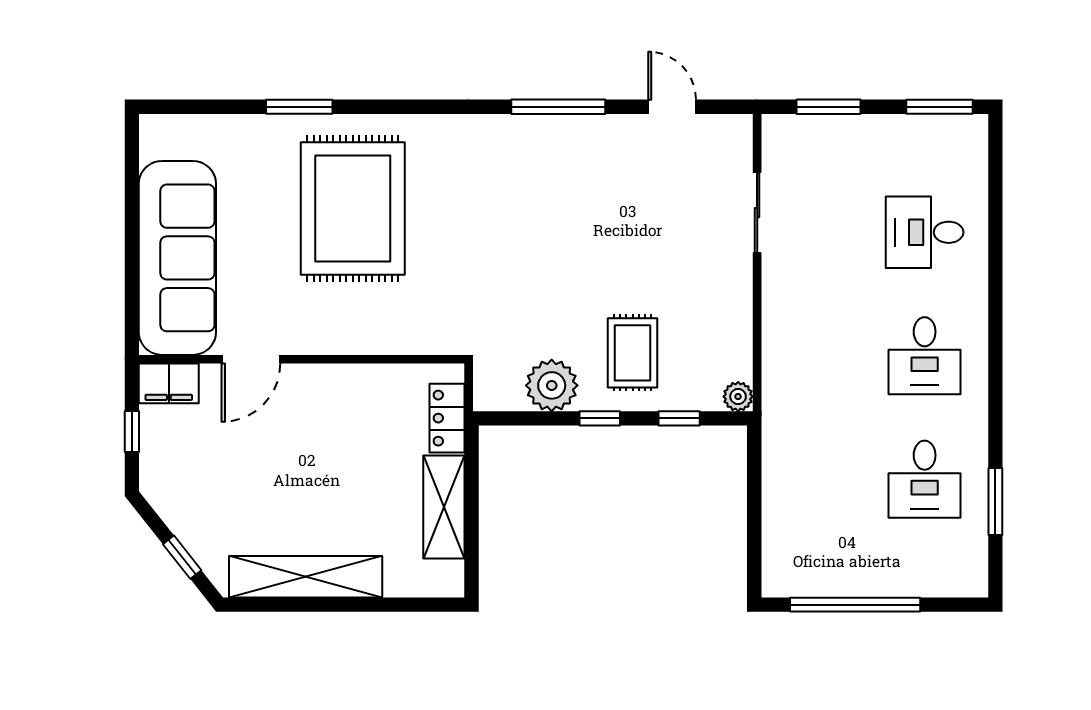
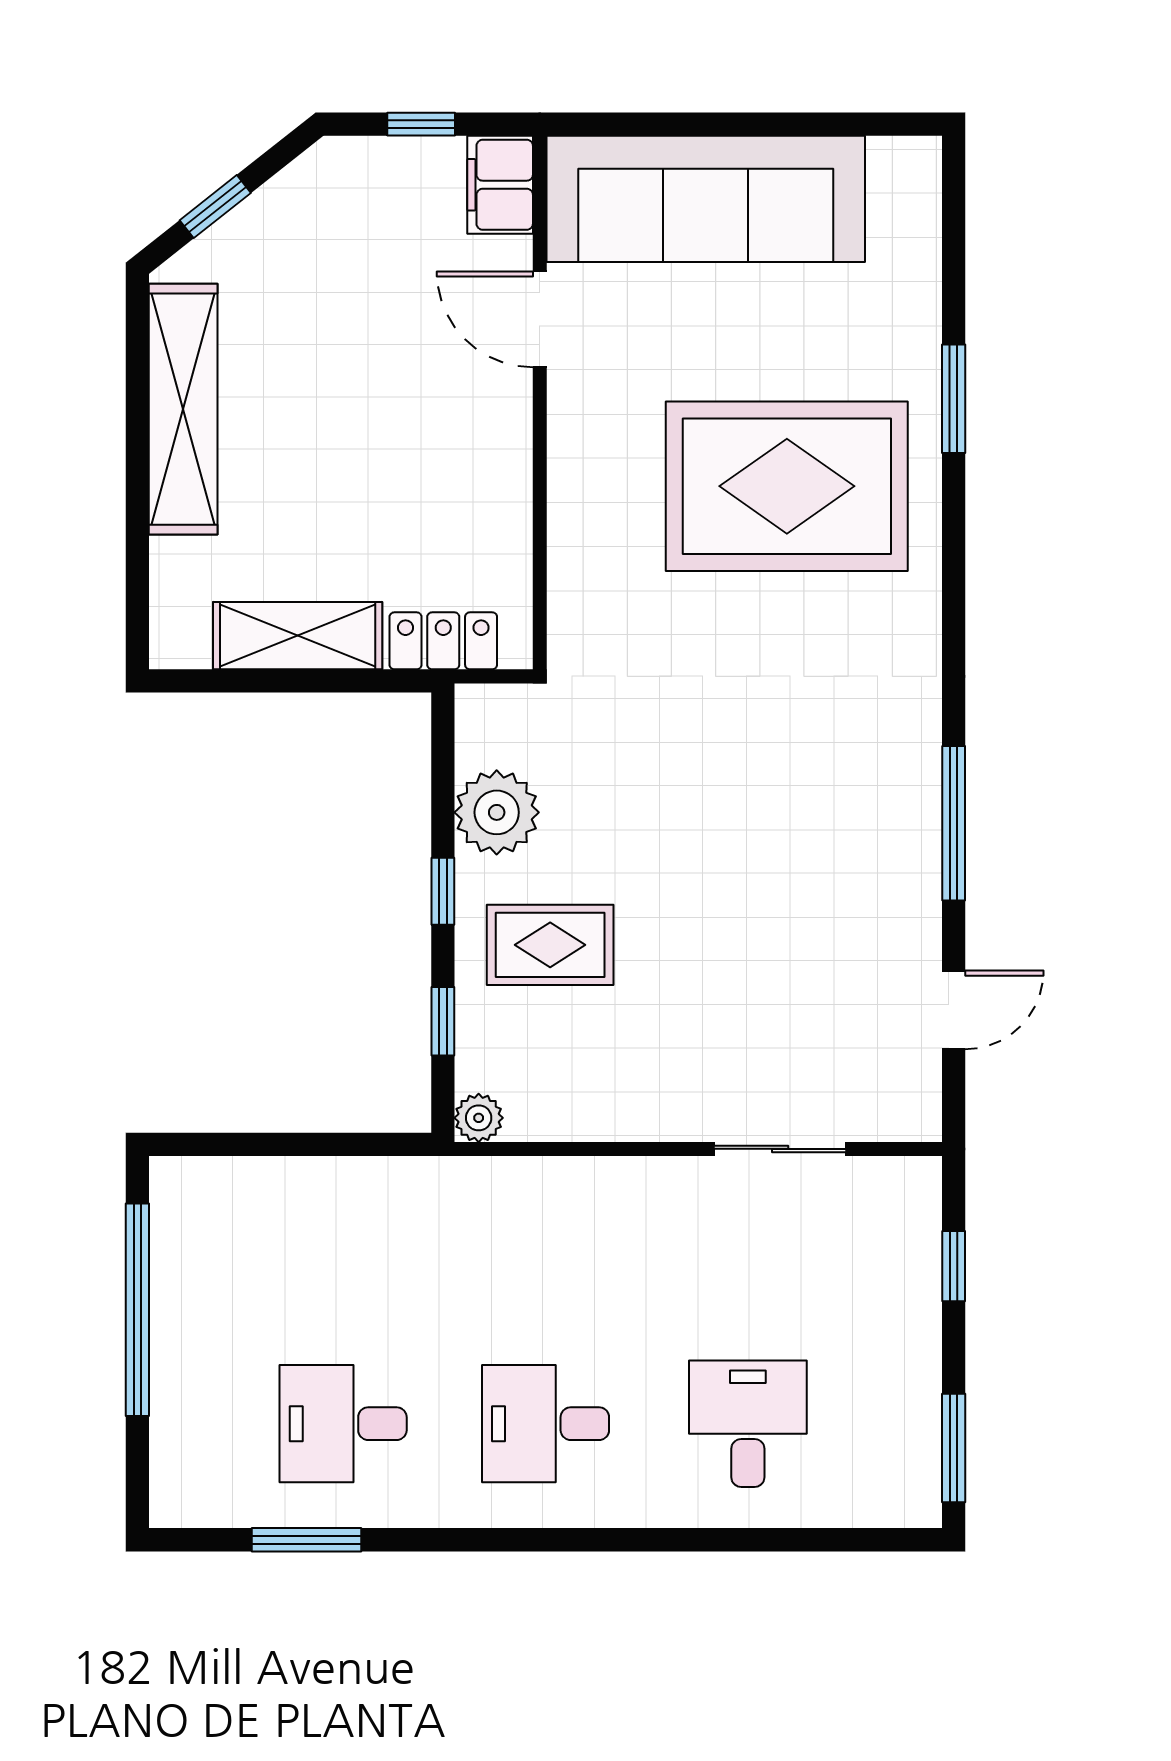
window: (829, 107) -> (954, 1266), width x0.67

